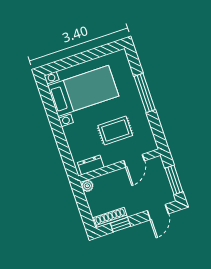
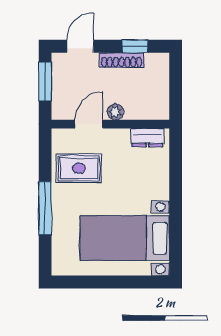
rug: (115, 130) -> (79, 168), moved
plant: (87, 186) -> (115, 112), moved
shoe rack: (111, 217) -> (122, 60), moved

